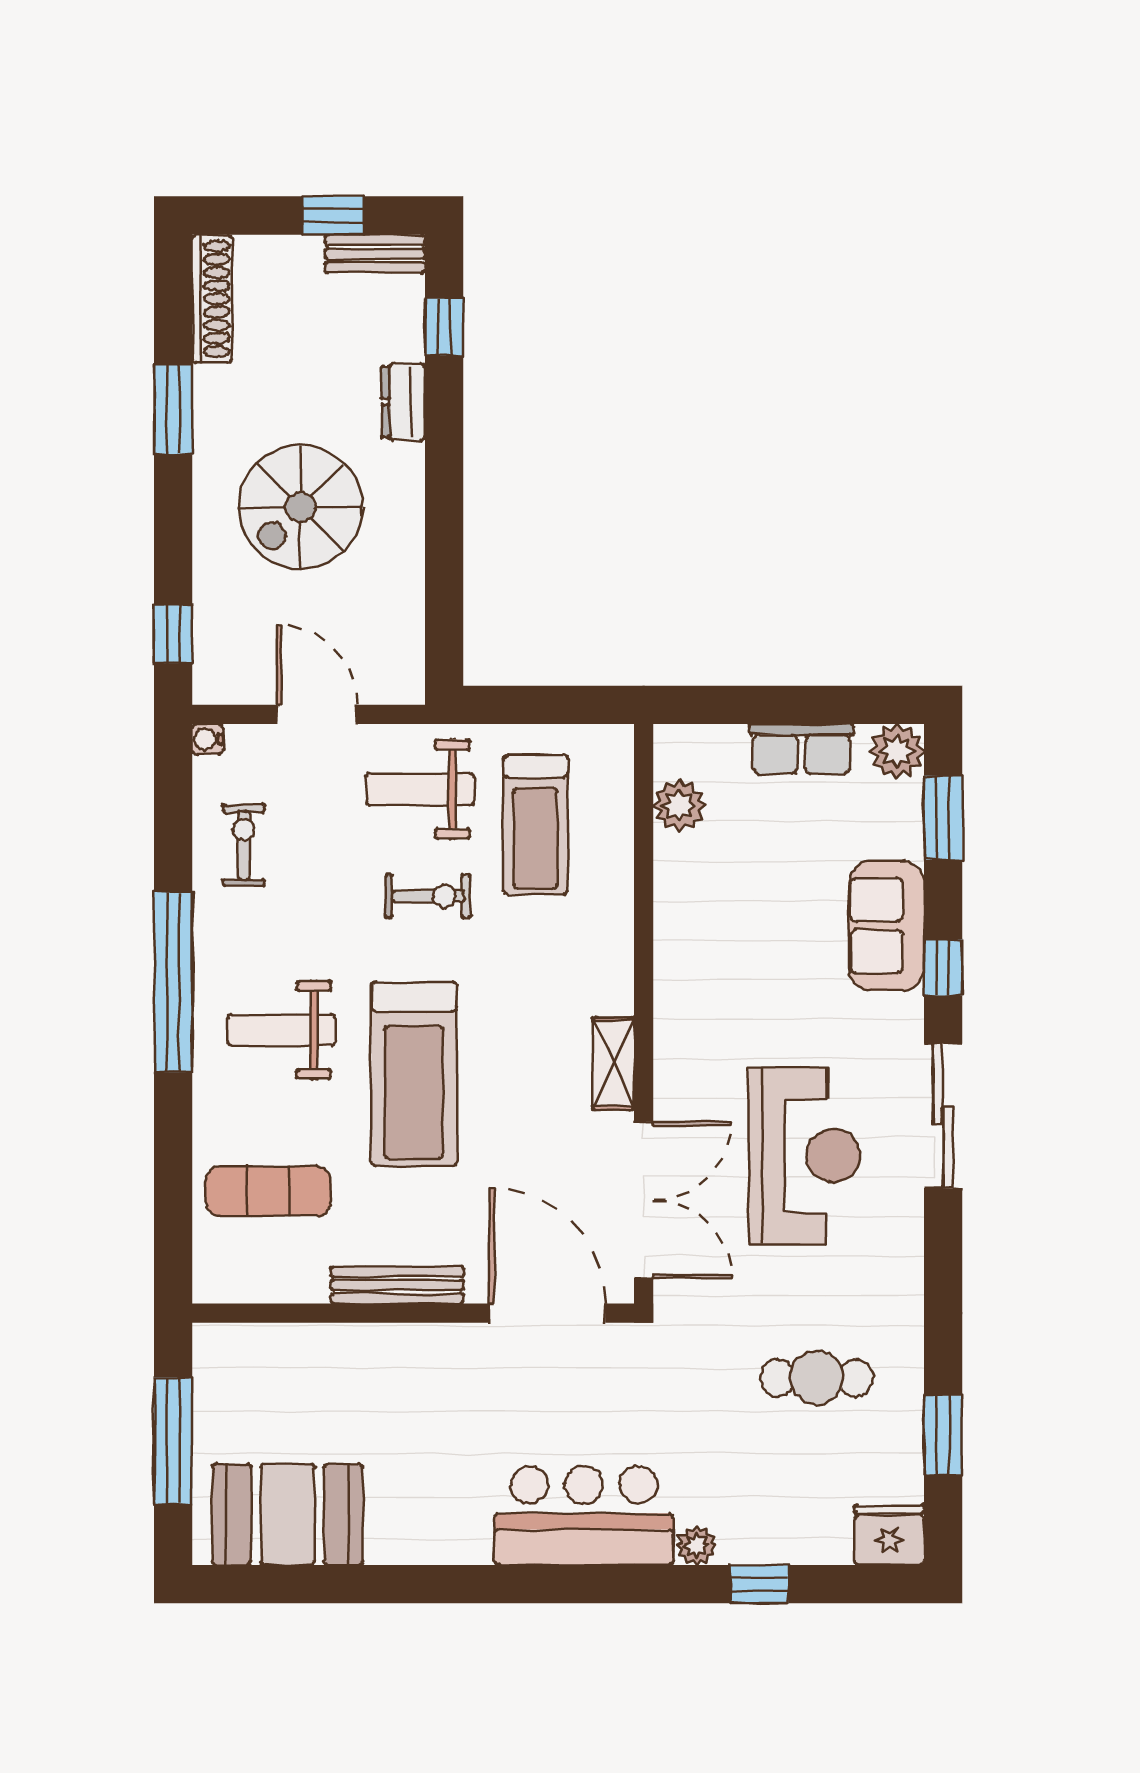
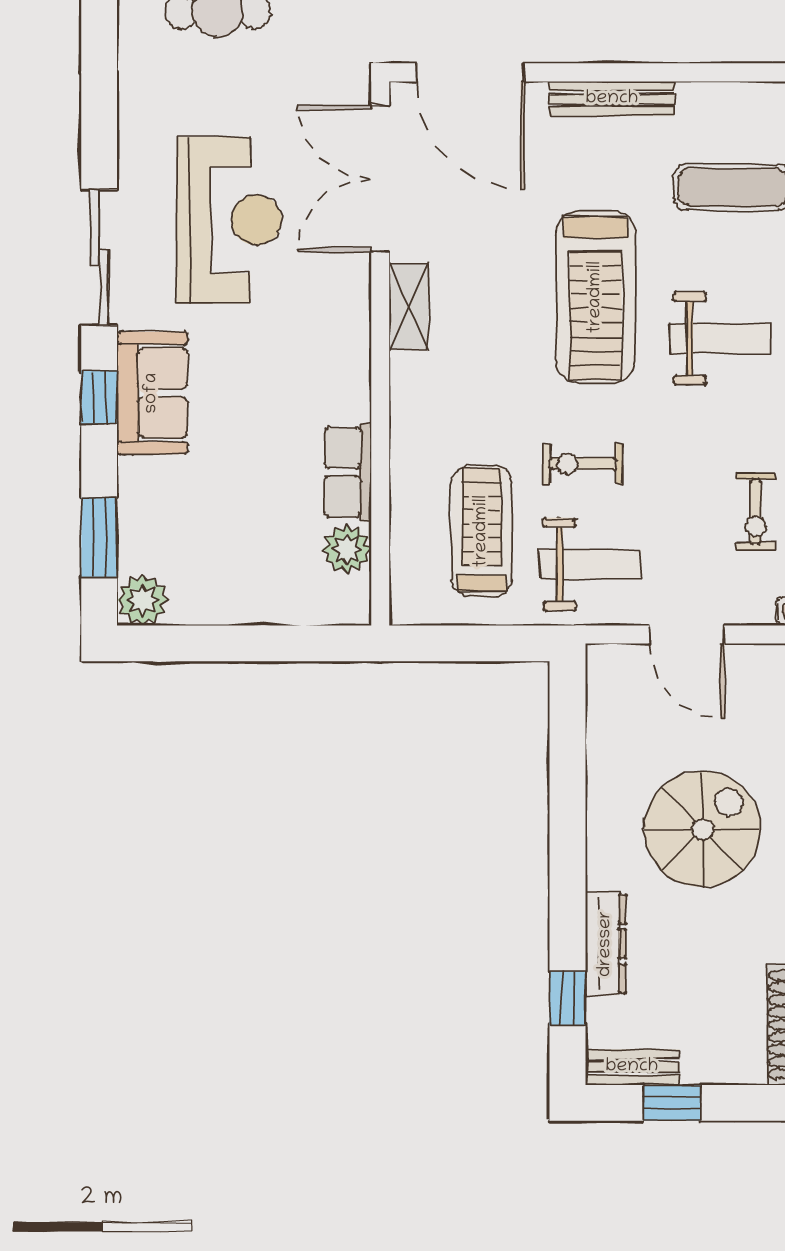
dresser: (403, 402) -> (606, 944), width x1.44
row of seats: (801, 749) -> (348, 472), moved, turned -90
sofa: (886, 926) -> (152, 393), moved
treadmill: (414, 1074) -> (596, 297), turned 180
reception desk: (804, 1156) -> (229, 220), turned 180

